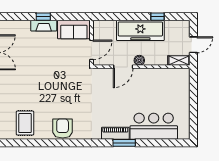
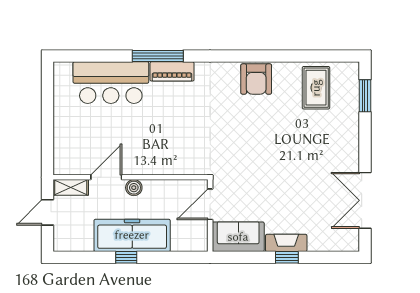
window: (157, 17) -> (126, 257), moved
door: (123, 67) -> (106, 177), moved
window: (124, 143) -> (158, 56), width x1.44

